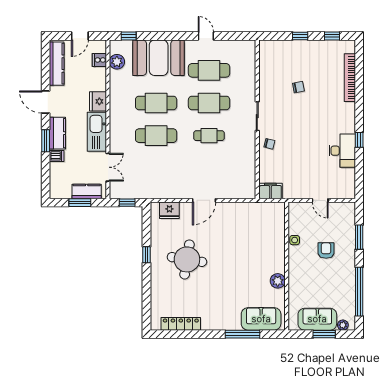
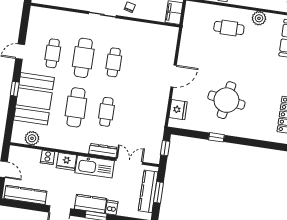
window: (129, 36) -> (15, 89), moved
cooker: (99, 60) -> (48, 157), moved
cafe table: (209, 70) -> (53, 53), width x0.73, depth x0.74
cafe table: (156, 136) -> (106, 112), width x0.73, depth x0.74
dresser: (115, 138) -> (103, 151), added
kitchen counter: (87, 192) -> (148, 191), width x1.50
door: (204, 200) -> (174, 76), hinge flipped
cafe table: (263, 251) -> (229, 28), added

